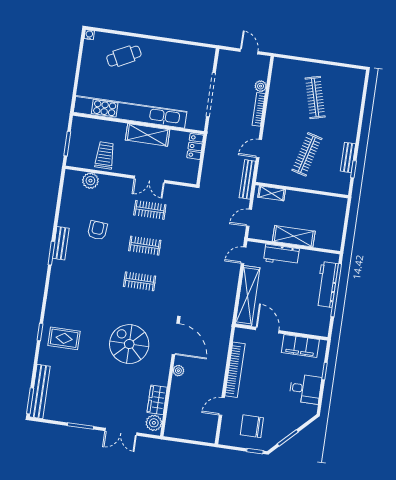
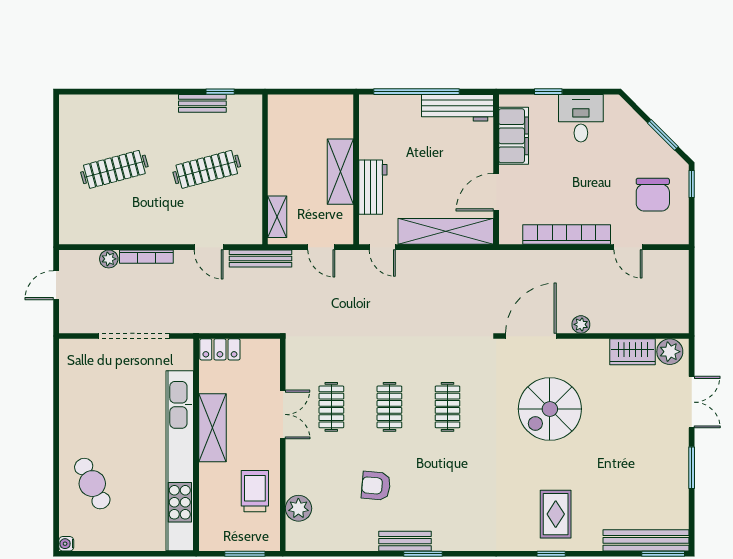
clothes rail: (307, 154) -> (207, 169), turned -30
trolley: (105, 155) -> (255, 491), turned 90
workbench: (327, 284) -> (458, 108), moved

